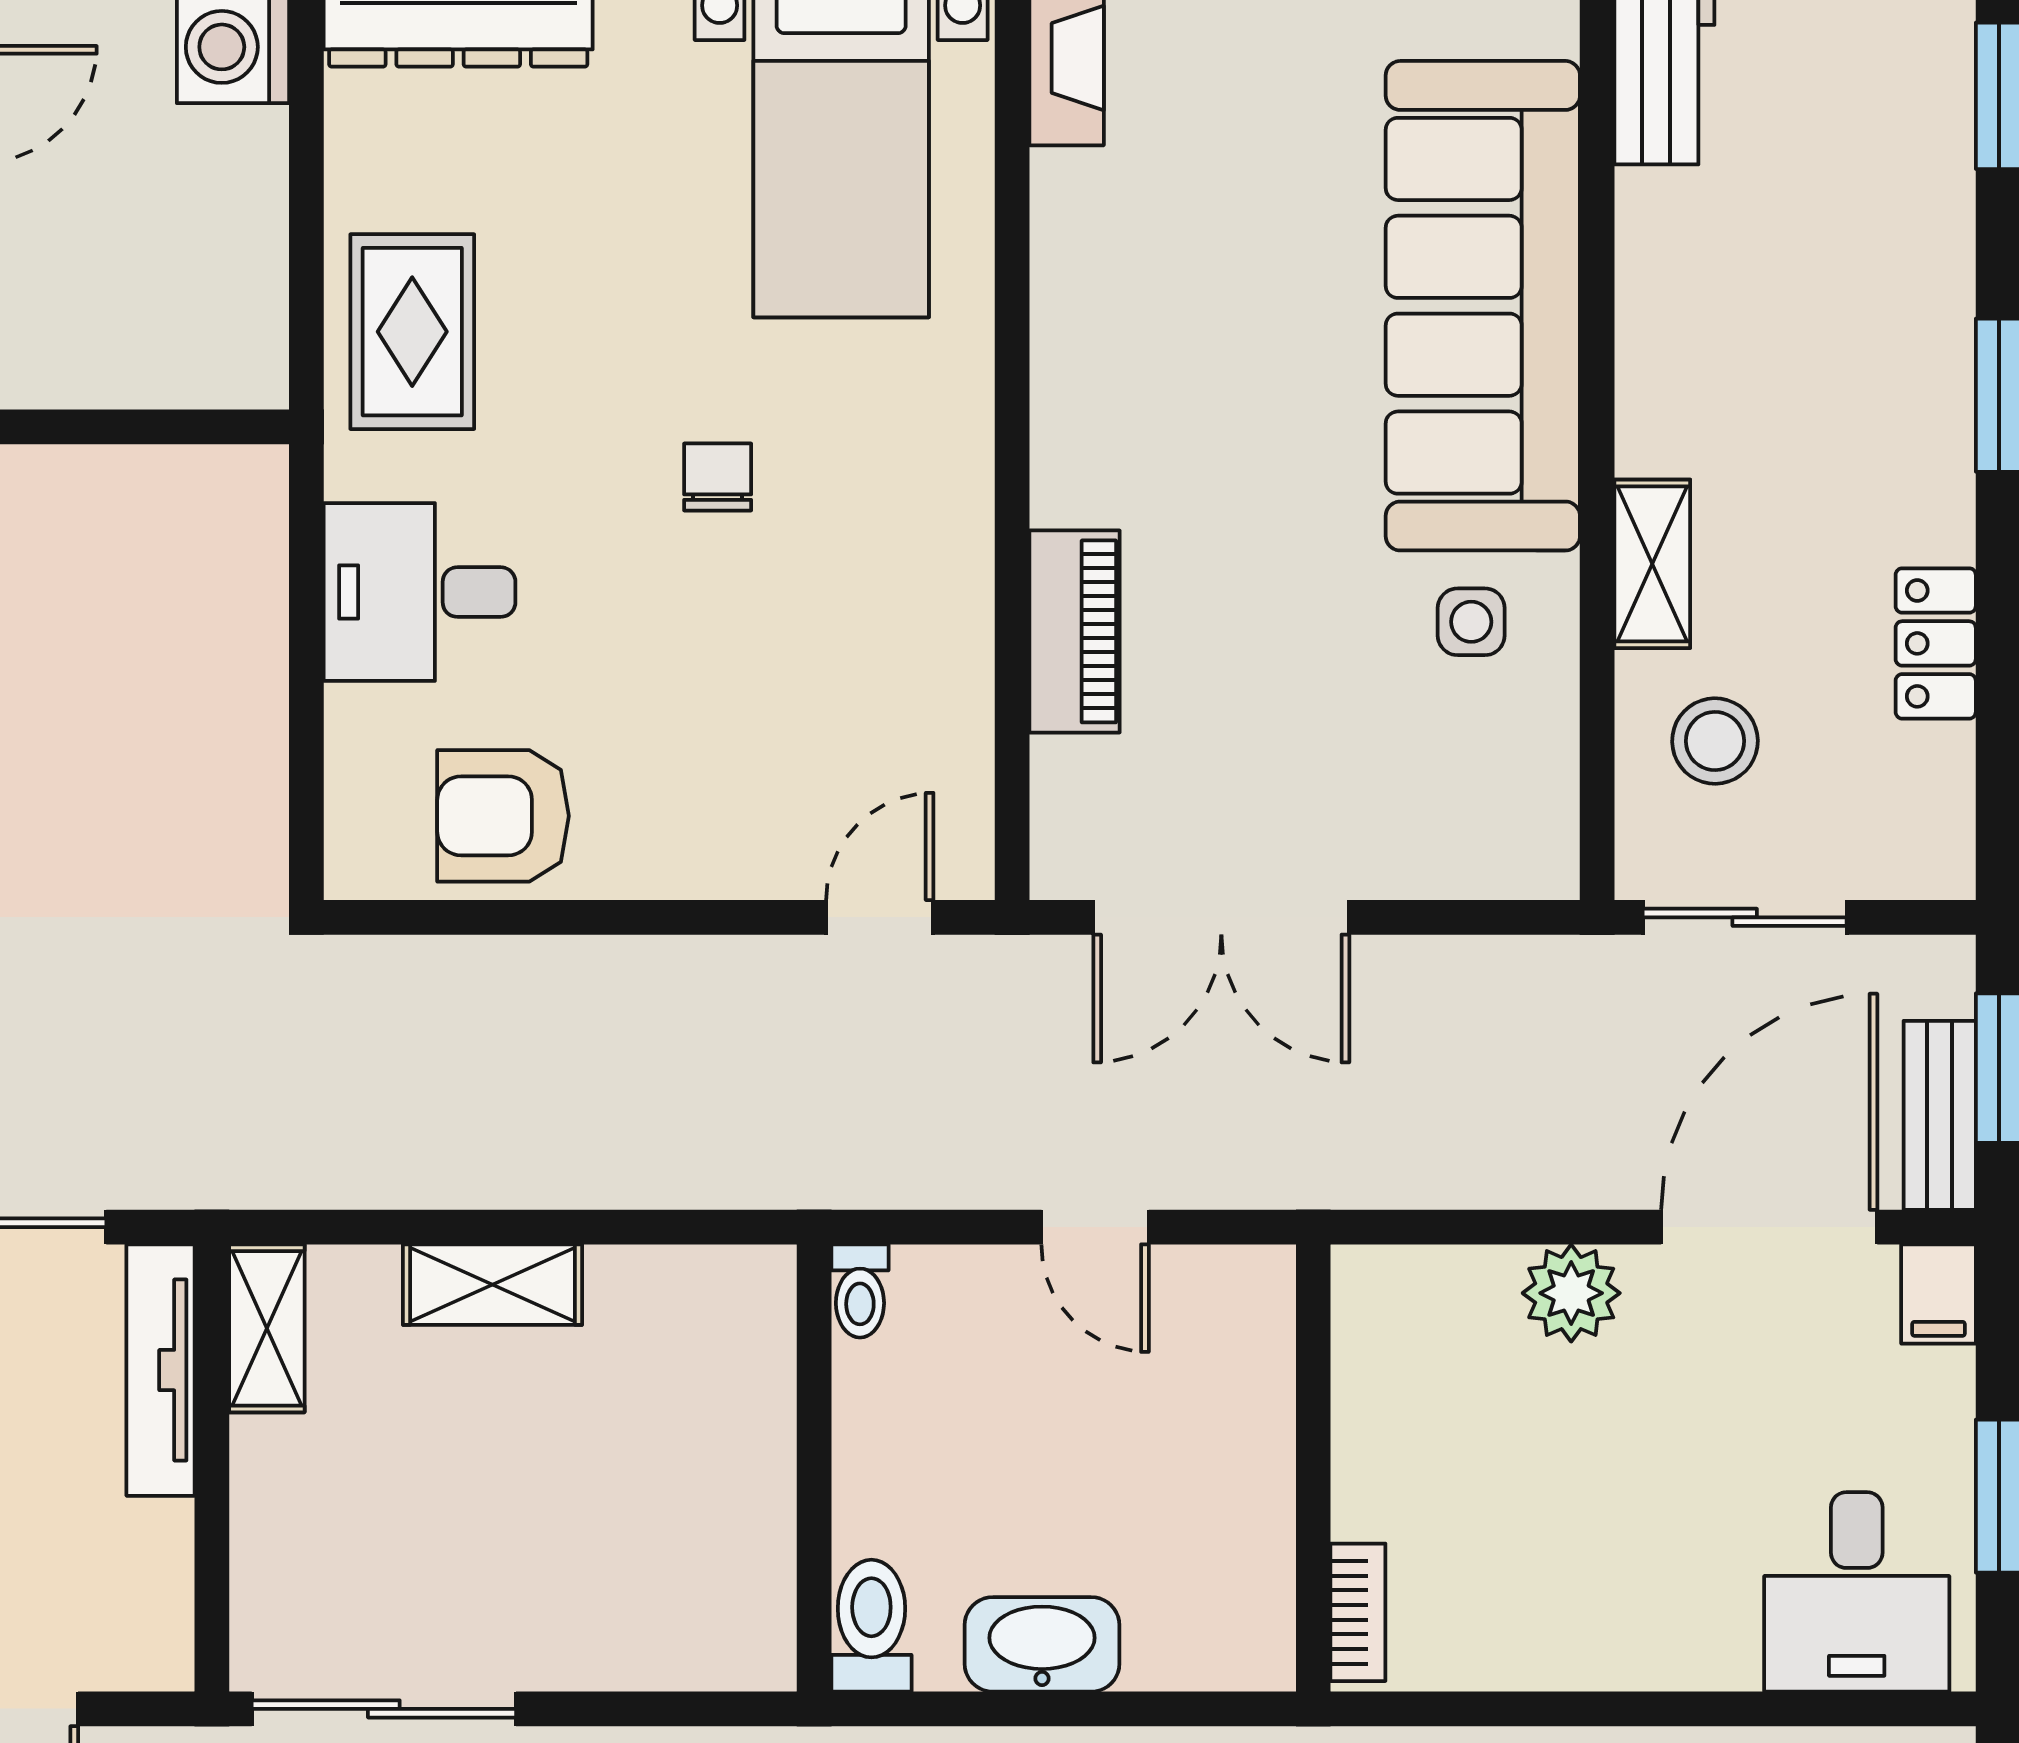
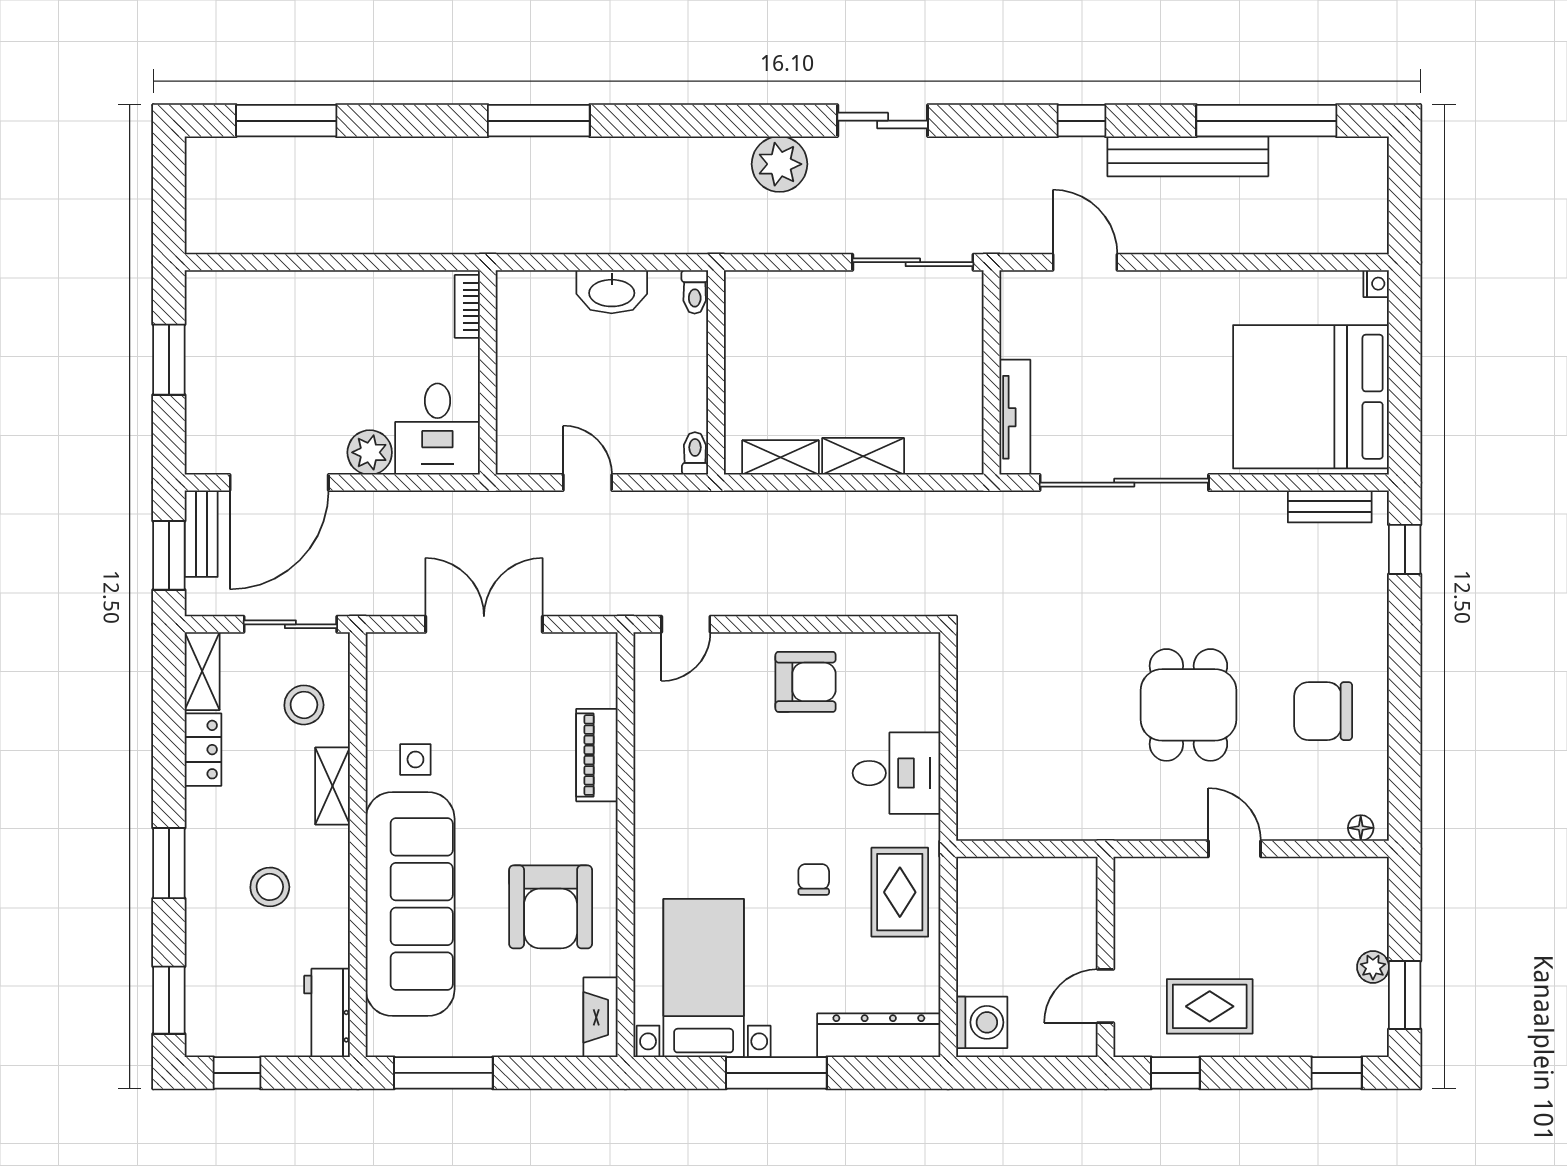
armchair: (1176, 300) -> (551, 907), added
stool: (1790, 343) -> (270, 887), added
chair: (718, 477) -> (814, 879), moved, turned 180
shelving: (1937, 815) -> (202, 671), added
armchair: (503, 816) -> (806, 682), moved
double door: (1221, 917) -> (484, 624), moved
filing cabinet: (1939, 1294) -> (202, 452), removed
shelving: (267, 1328) -> (781, 457), moved, turned 90
desk: (1857, 1592) -> (437, 429), moved, turned 180
toilet: (871, 1626) -> (695, 292), width x0.73, depth x0.72

